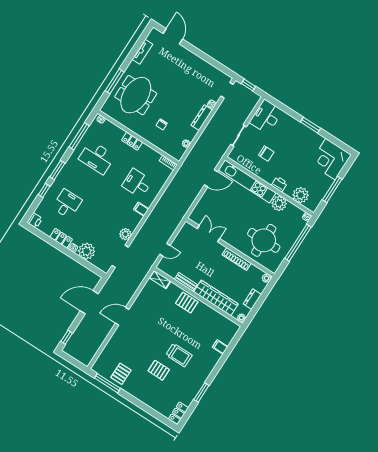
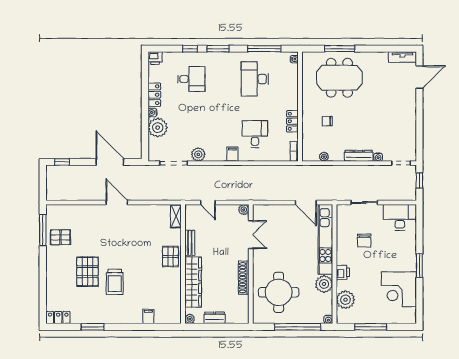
tv unit: (142, 52) -> (402, 57), moved
locker: (132, 141) -> (292, 121), moved
corner desk: (330, 159) -> (399, 289), moved, turned -90
plant: (267, 278) -> (244, 210), moved
pallet: (159, 370) -> (87, 272), width x1.50, depth x1.42

